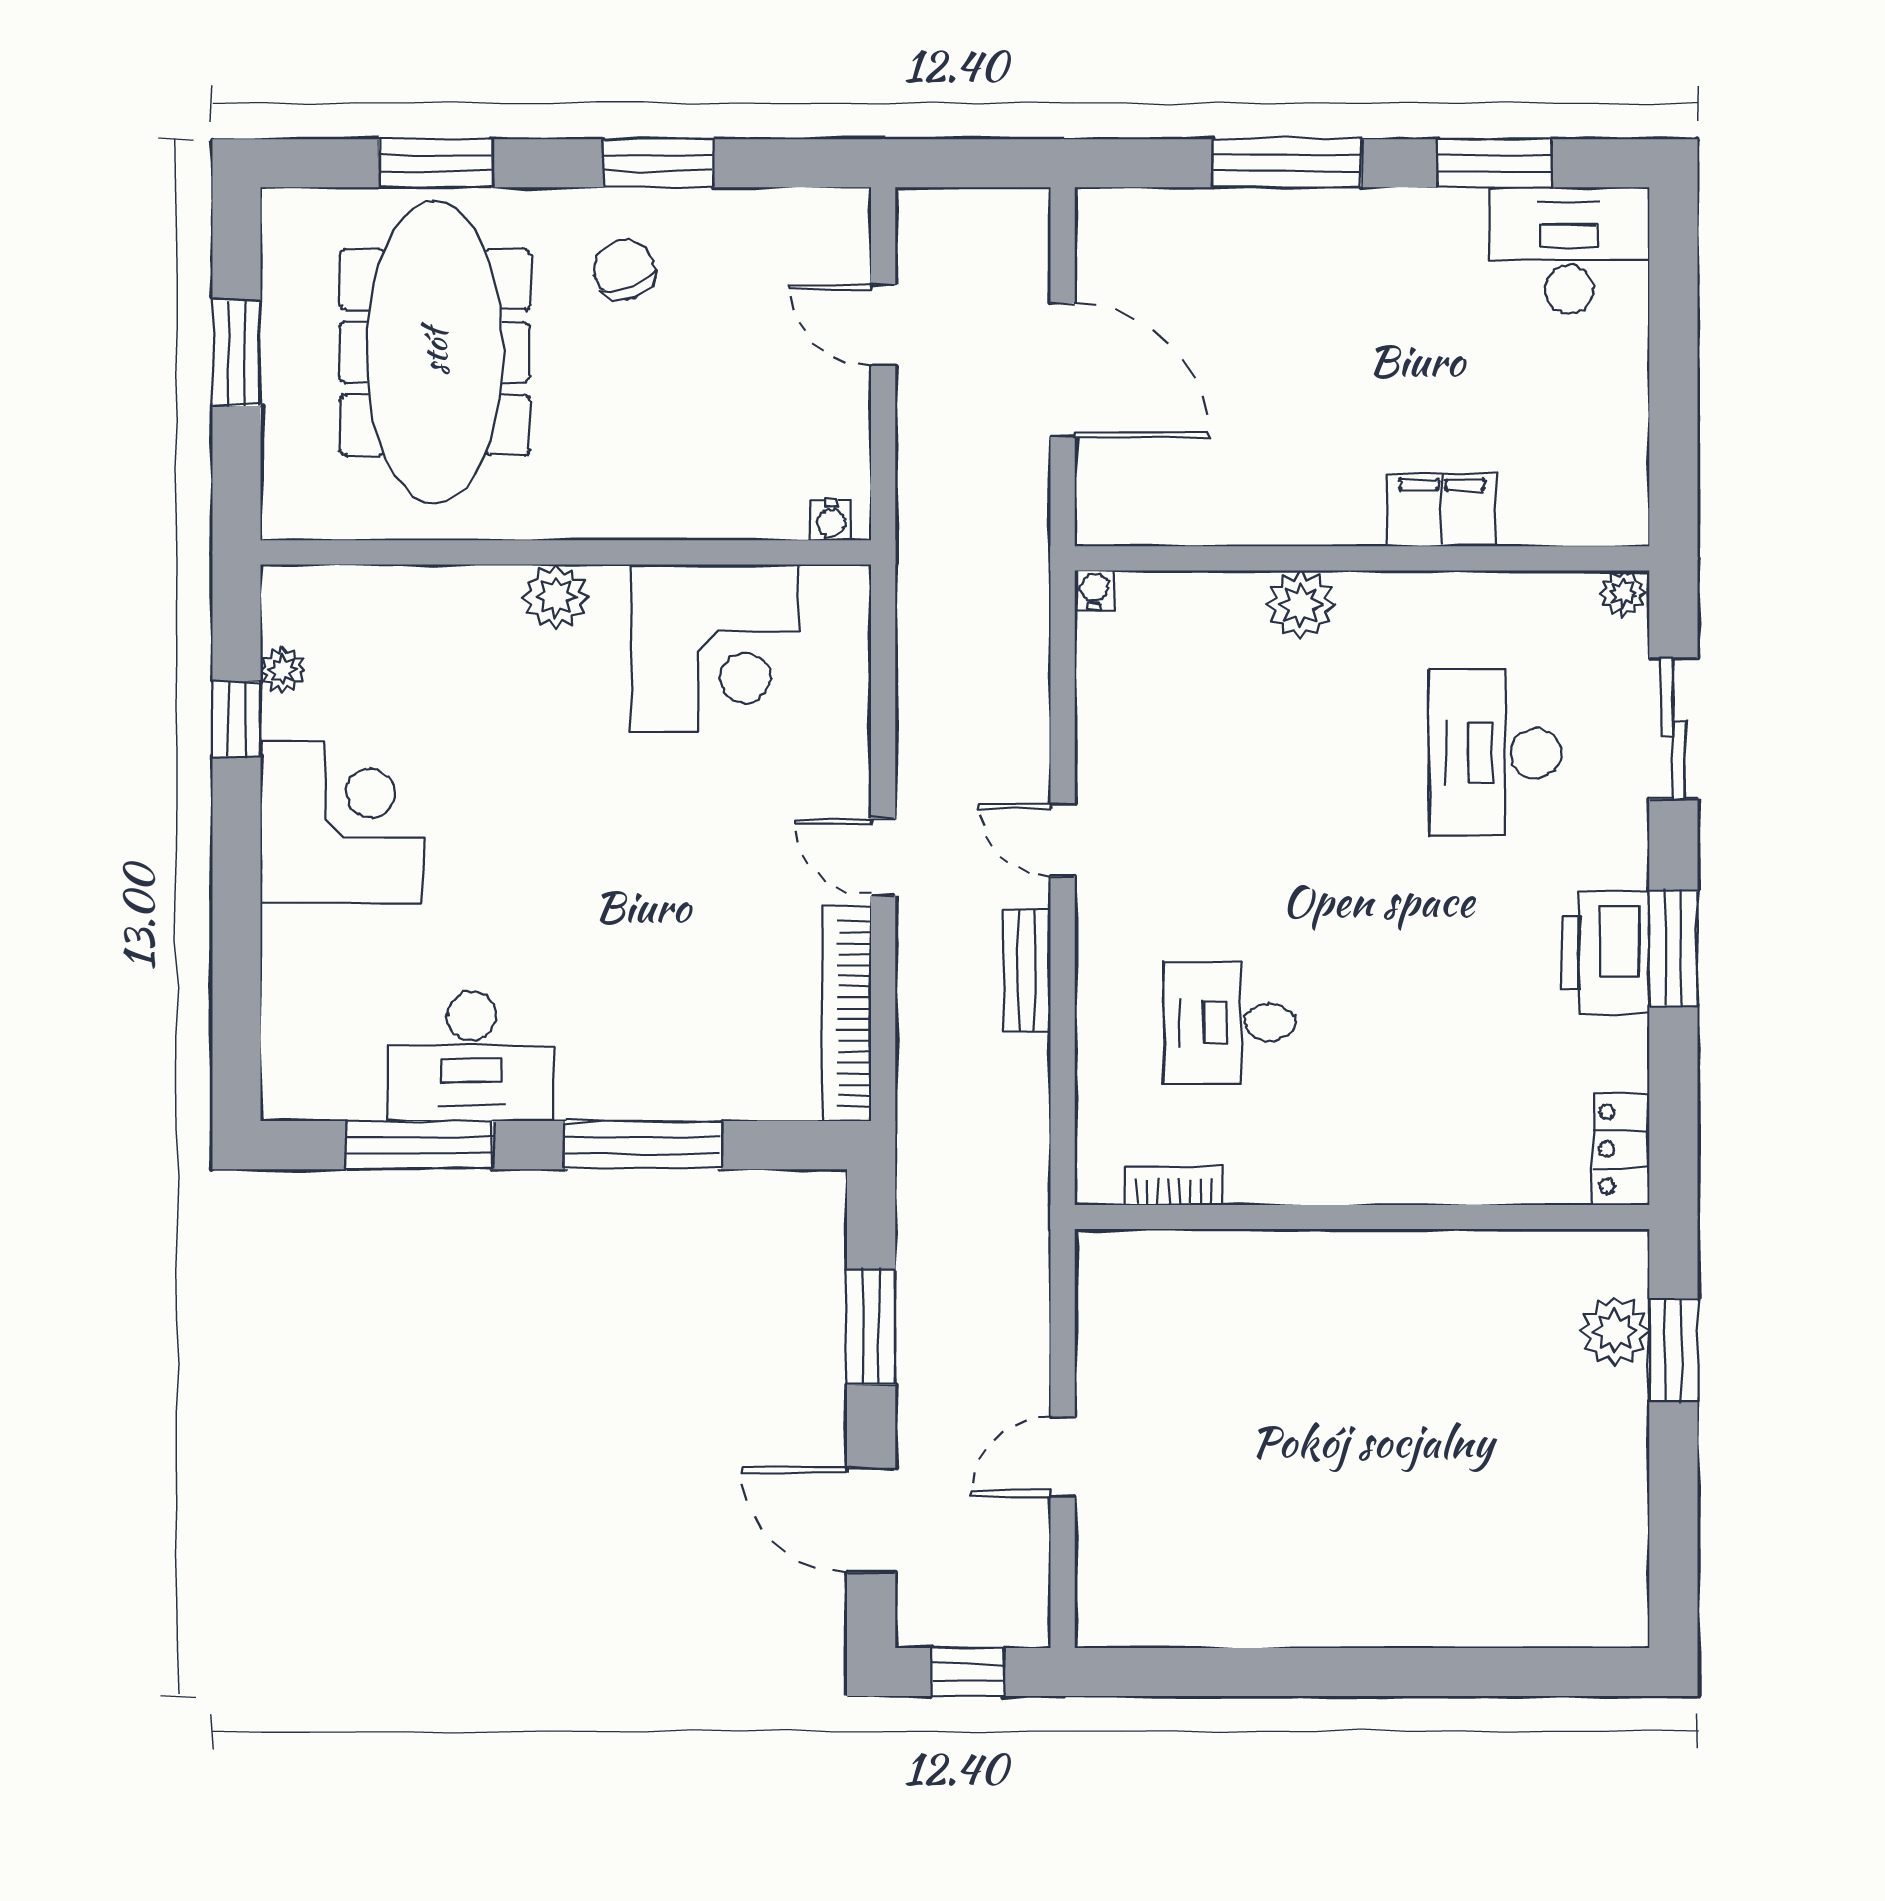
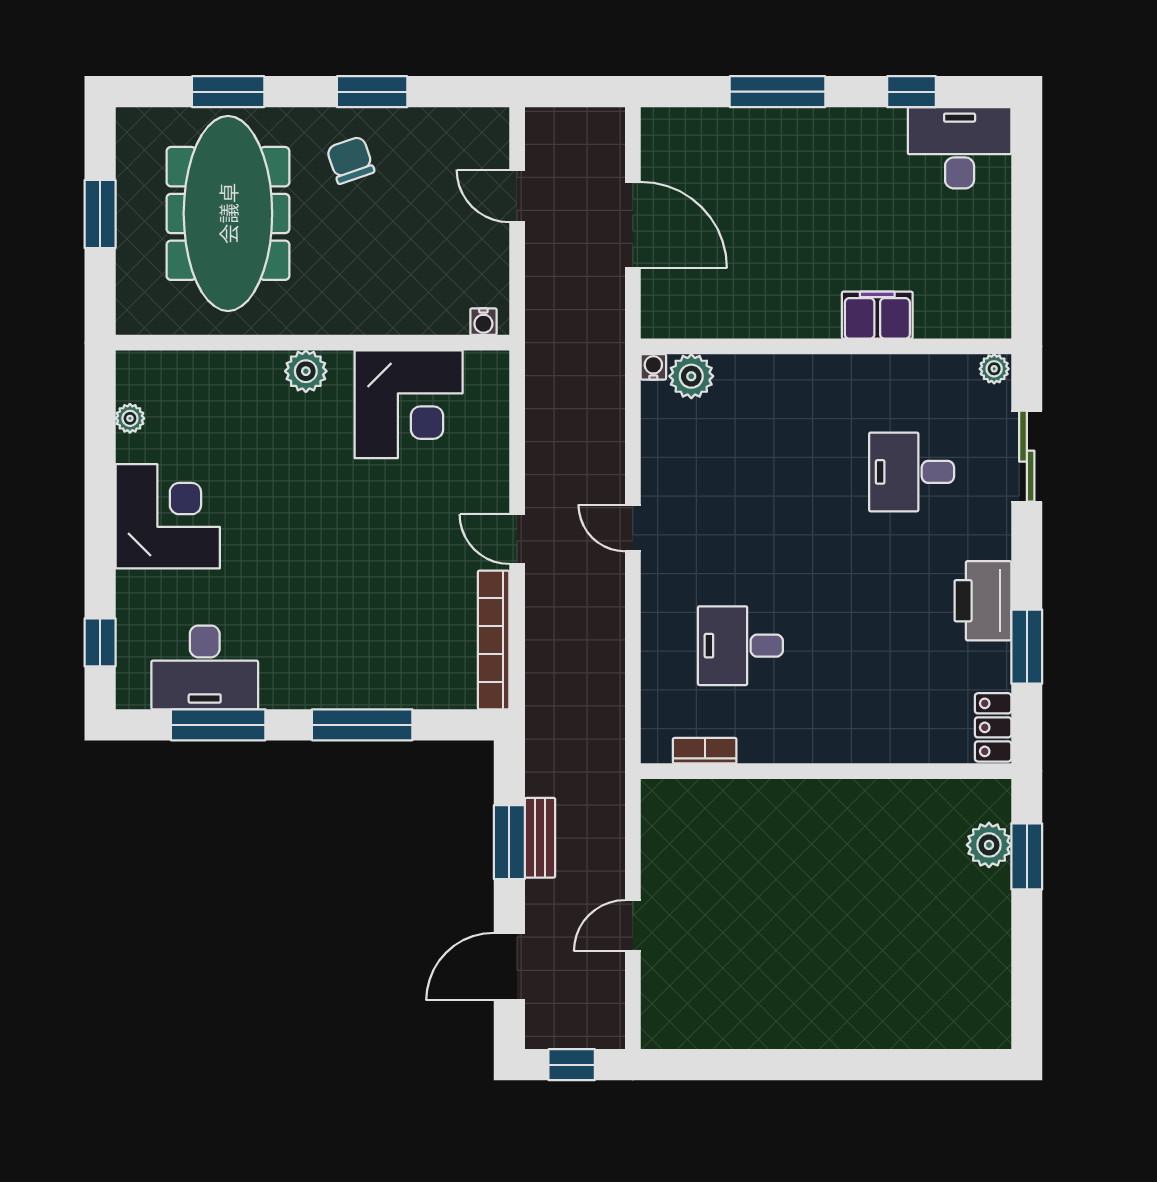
window: (1495, 163) -> (912, 92), width x0.67
plant: (1301, 605) -> (691, 376), moved
window: (236, 719) -> (100, 642), moved
desk: (1495, 753) -> (912, 472), width x0.73
window: (1673, 948) -> (1027, 647), moved
bench: (1027, 970) -> (540, 838), moved
desk: (471, 1056) -> (205, 667), moved
door: (871, 1520) -> (509, 967), hinge flipped

